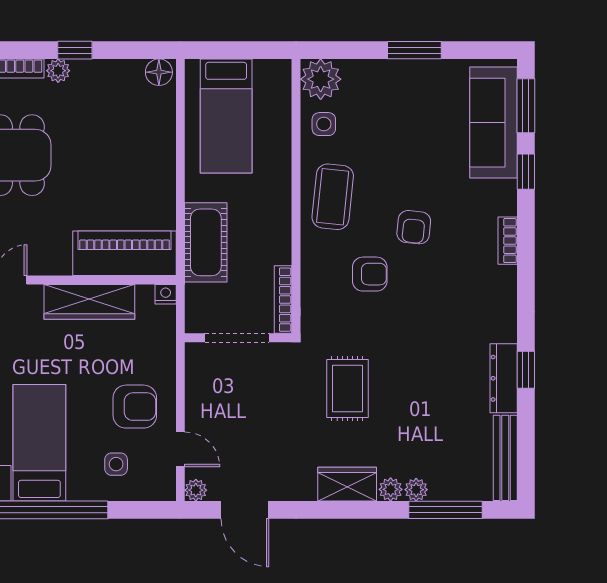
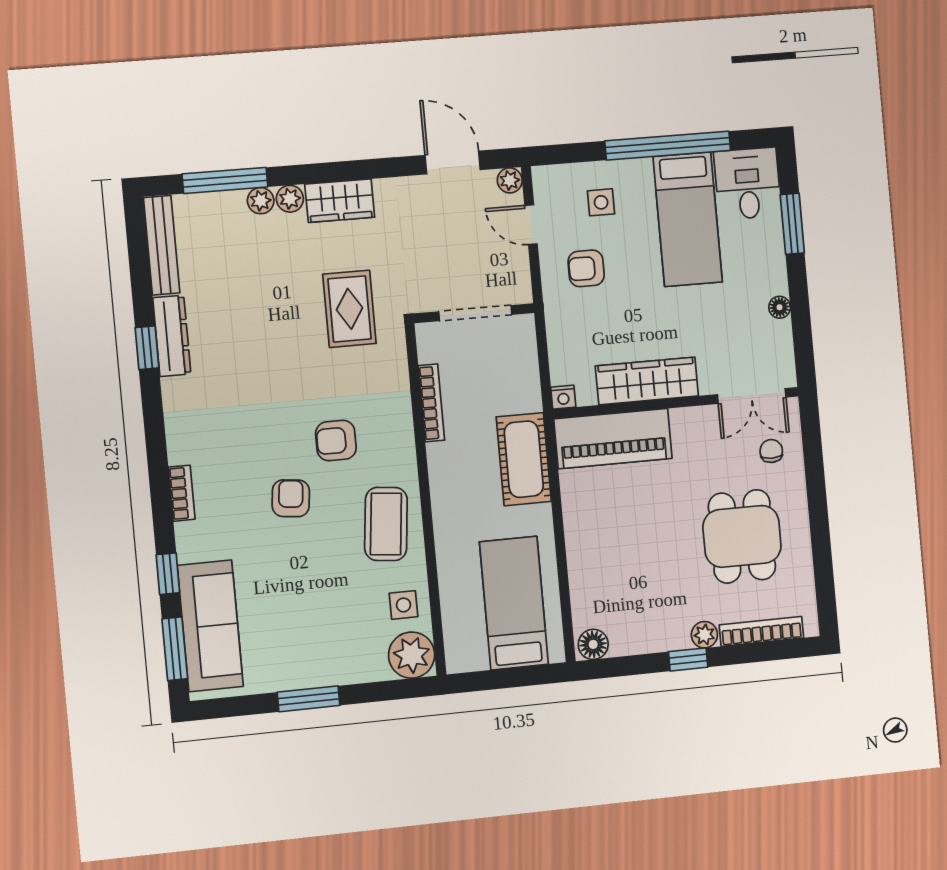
doorway: (237, 338) -> (475, 313), moved
wall: (238, 338) -> (474, 313), moved
armchair: (135, 407) -> (586, 268), width x0.72, depth x0.72

